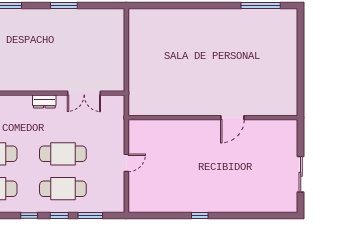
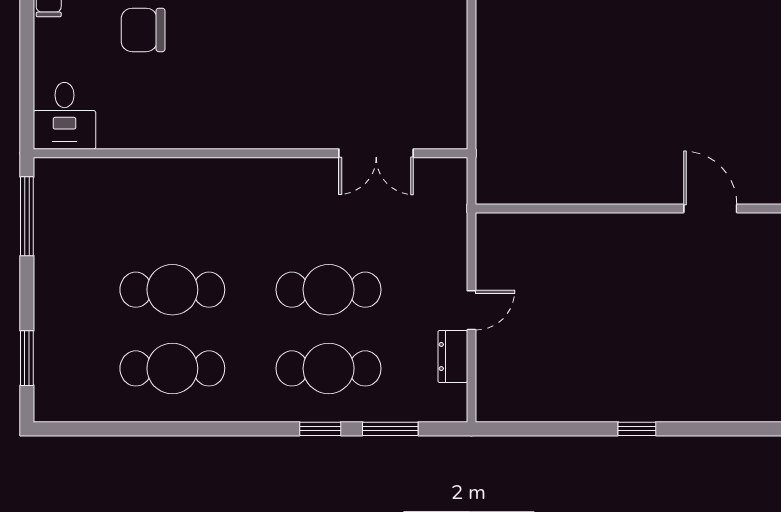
dresser: (44, 101) -> (453, 356), moved, turned 90
door: (232, 118) -> (710, 208), swing flipped
window: (29, 215) -> (252, 429), removed

